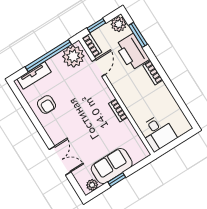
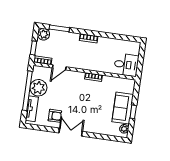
printer: (132, 52) -> (66, 40), removed
plant: (73, 56) -> (38, 88), moved
door: (99, 68) -> (59, 67), swing flipped
double door: (60, 161) -> (71, 132), moved

